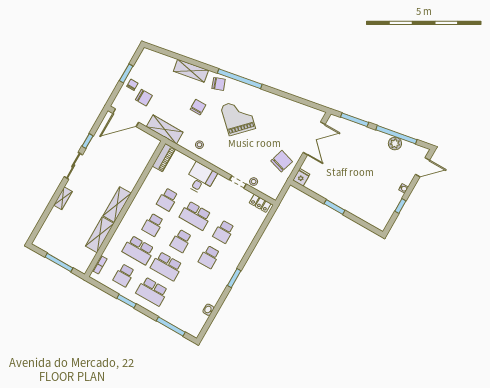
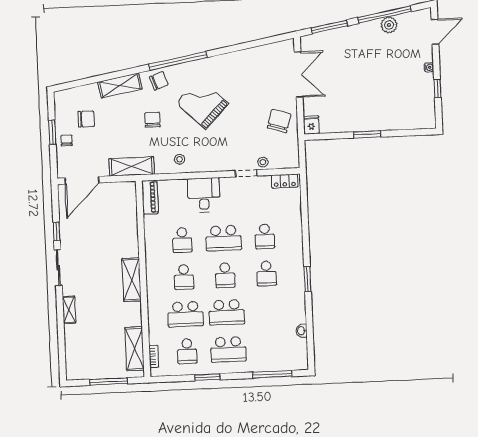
chair: (144, 98) -> (86, 119), moved
shelving: (100, 235) -> (134, 349), moved

